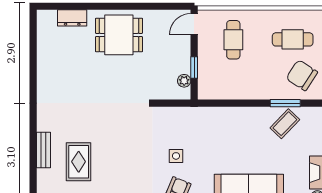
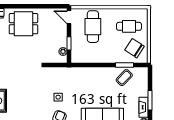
door: (194, 24) -> (69, 17), hinge flipped
cafe table: (233, 40) -> (93, 27), width x1.37, depth x1.35

